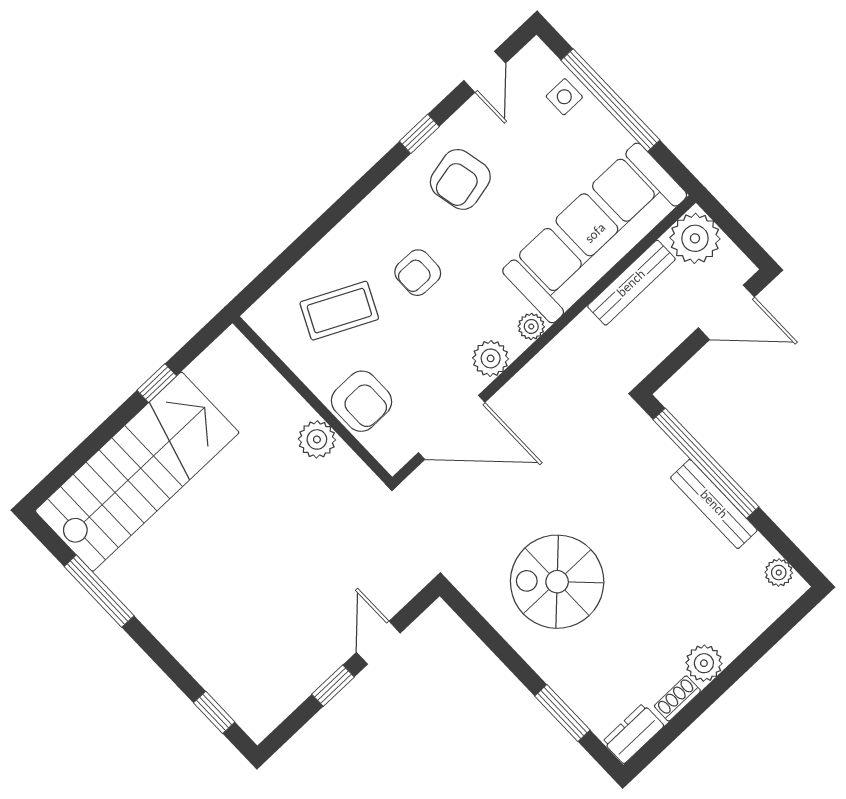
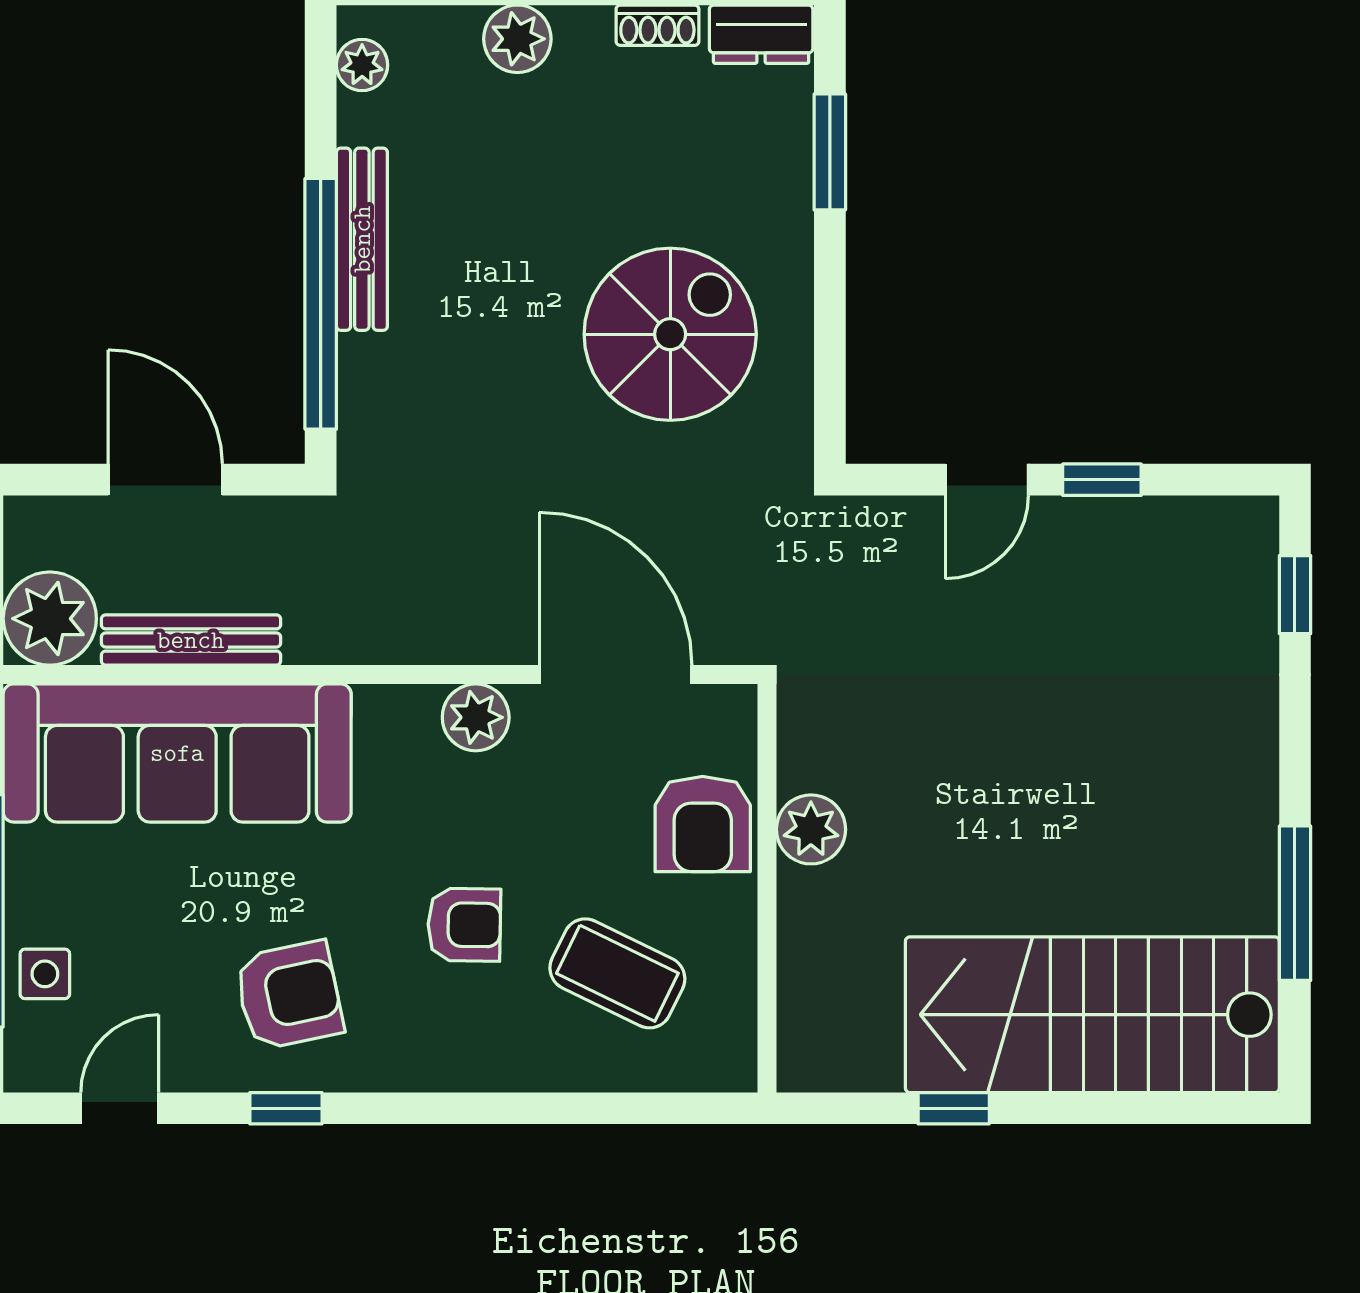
door: (726, 312) -> (165, 480), moved
plant: (531, 326) -> (381, 708), removed
armchair: (361, 401) -> (703, 824), turned 180
spiral stairs: (557, 582) -> (670, 334), turned -90
plant: (704, 663) -> (517, 39), moved

